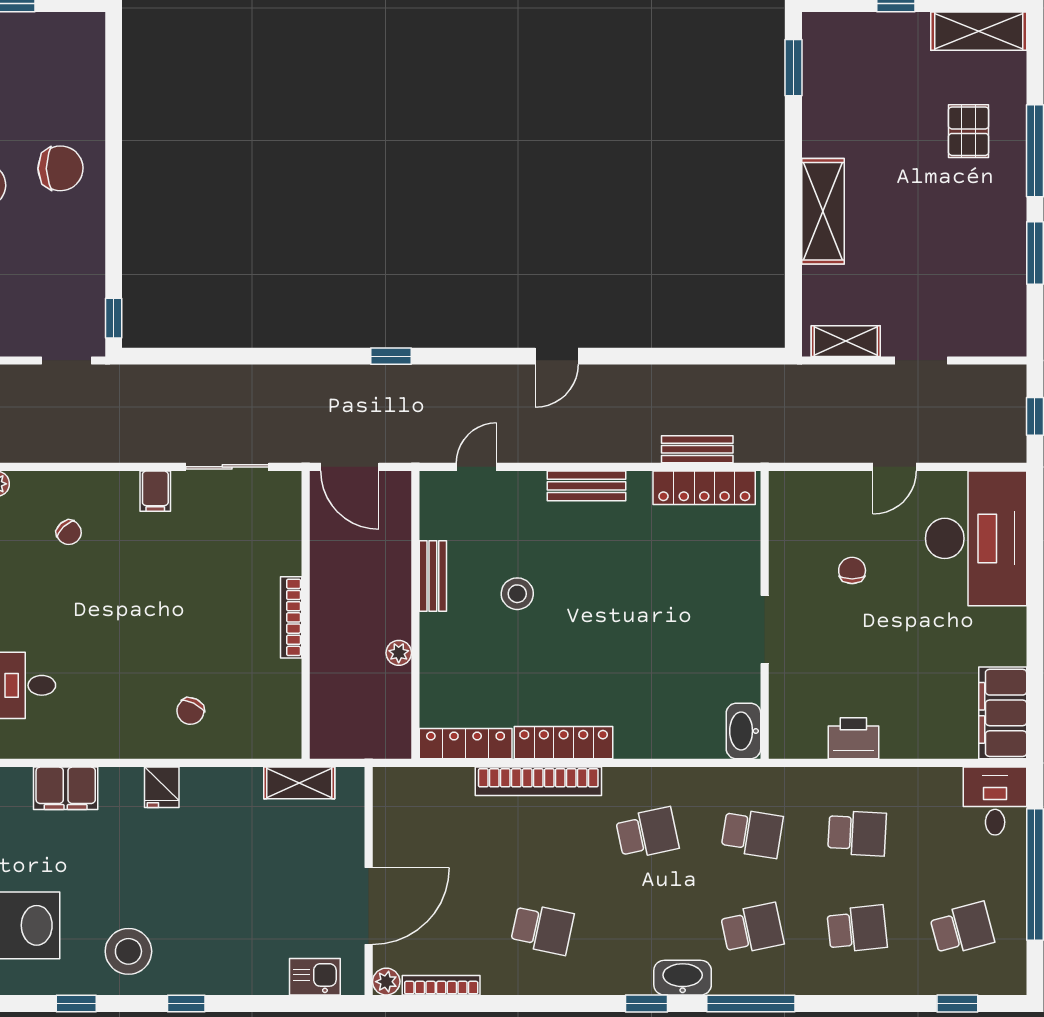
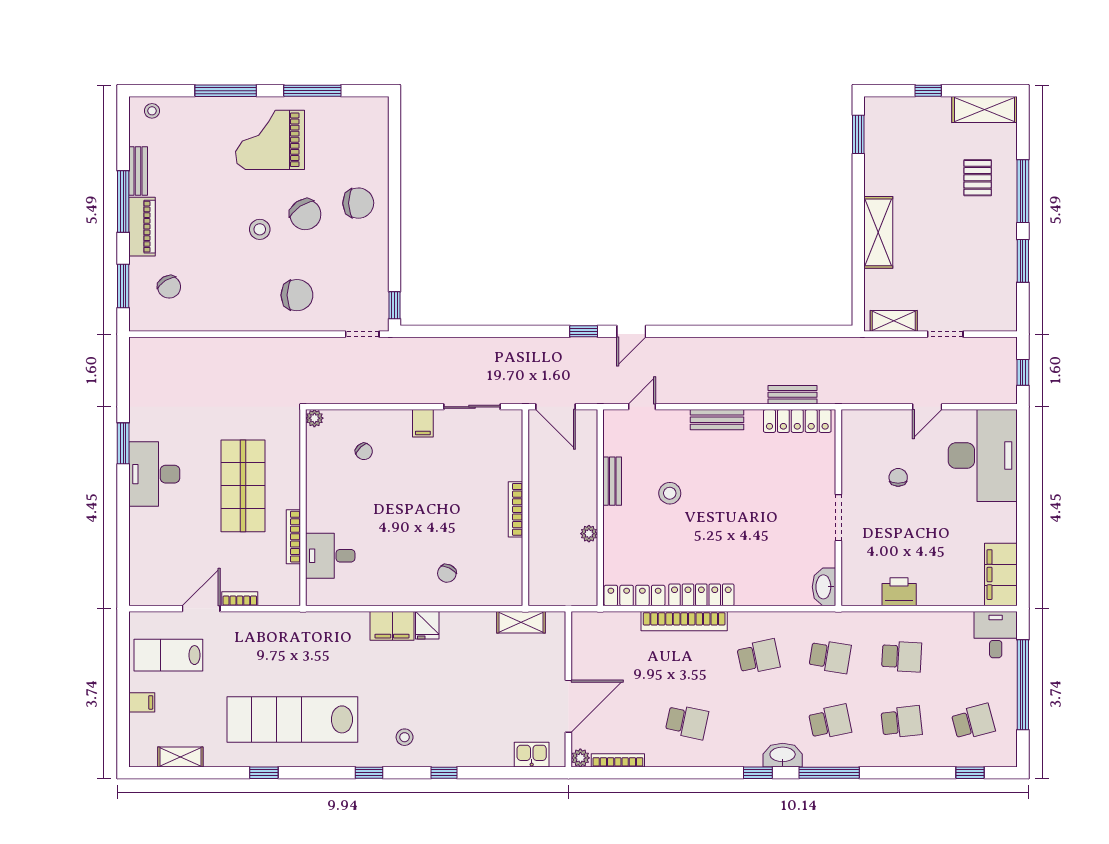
door: (557, 356) -> (631, 331), moved
filing cabinet: (66, 788) -> (392, 626), moved
stool: (128, 951) -> (405, 737), width x0.53, depth x0.53

